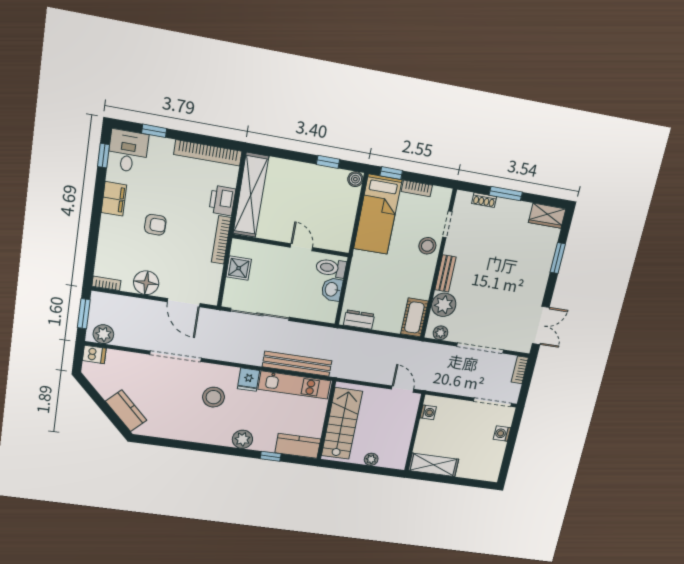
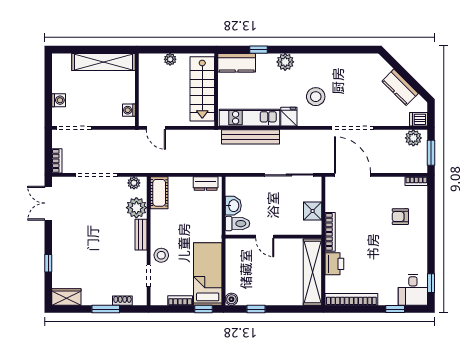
filing cabinet: (114, 199) -> (419, 251), removed
armchair: (155, 225) -> (400, 217), moved
window: (558, 258) -> (48, 263), width x0.67
floor lamp: (146, 283) -> (385, 187), removed
door: (184, 303) -> (353, 175), width x1.36
kitchen counter: (126, 411) -> (400, 87), moved
shelving: (433, 465) -> (104, 62), width x1.47

